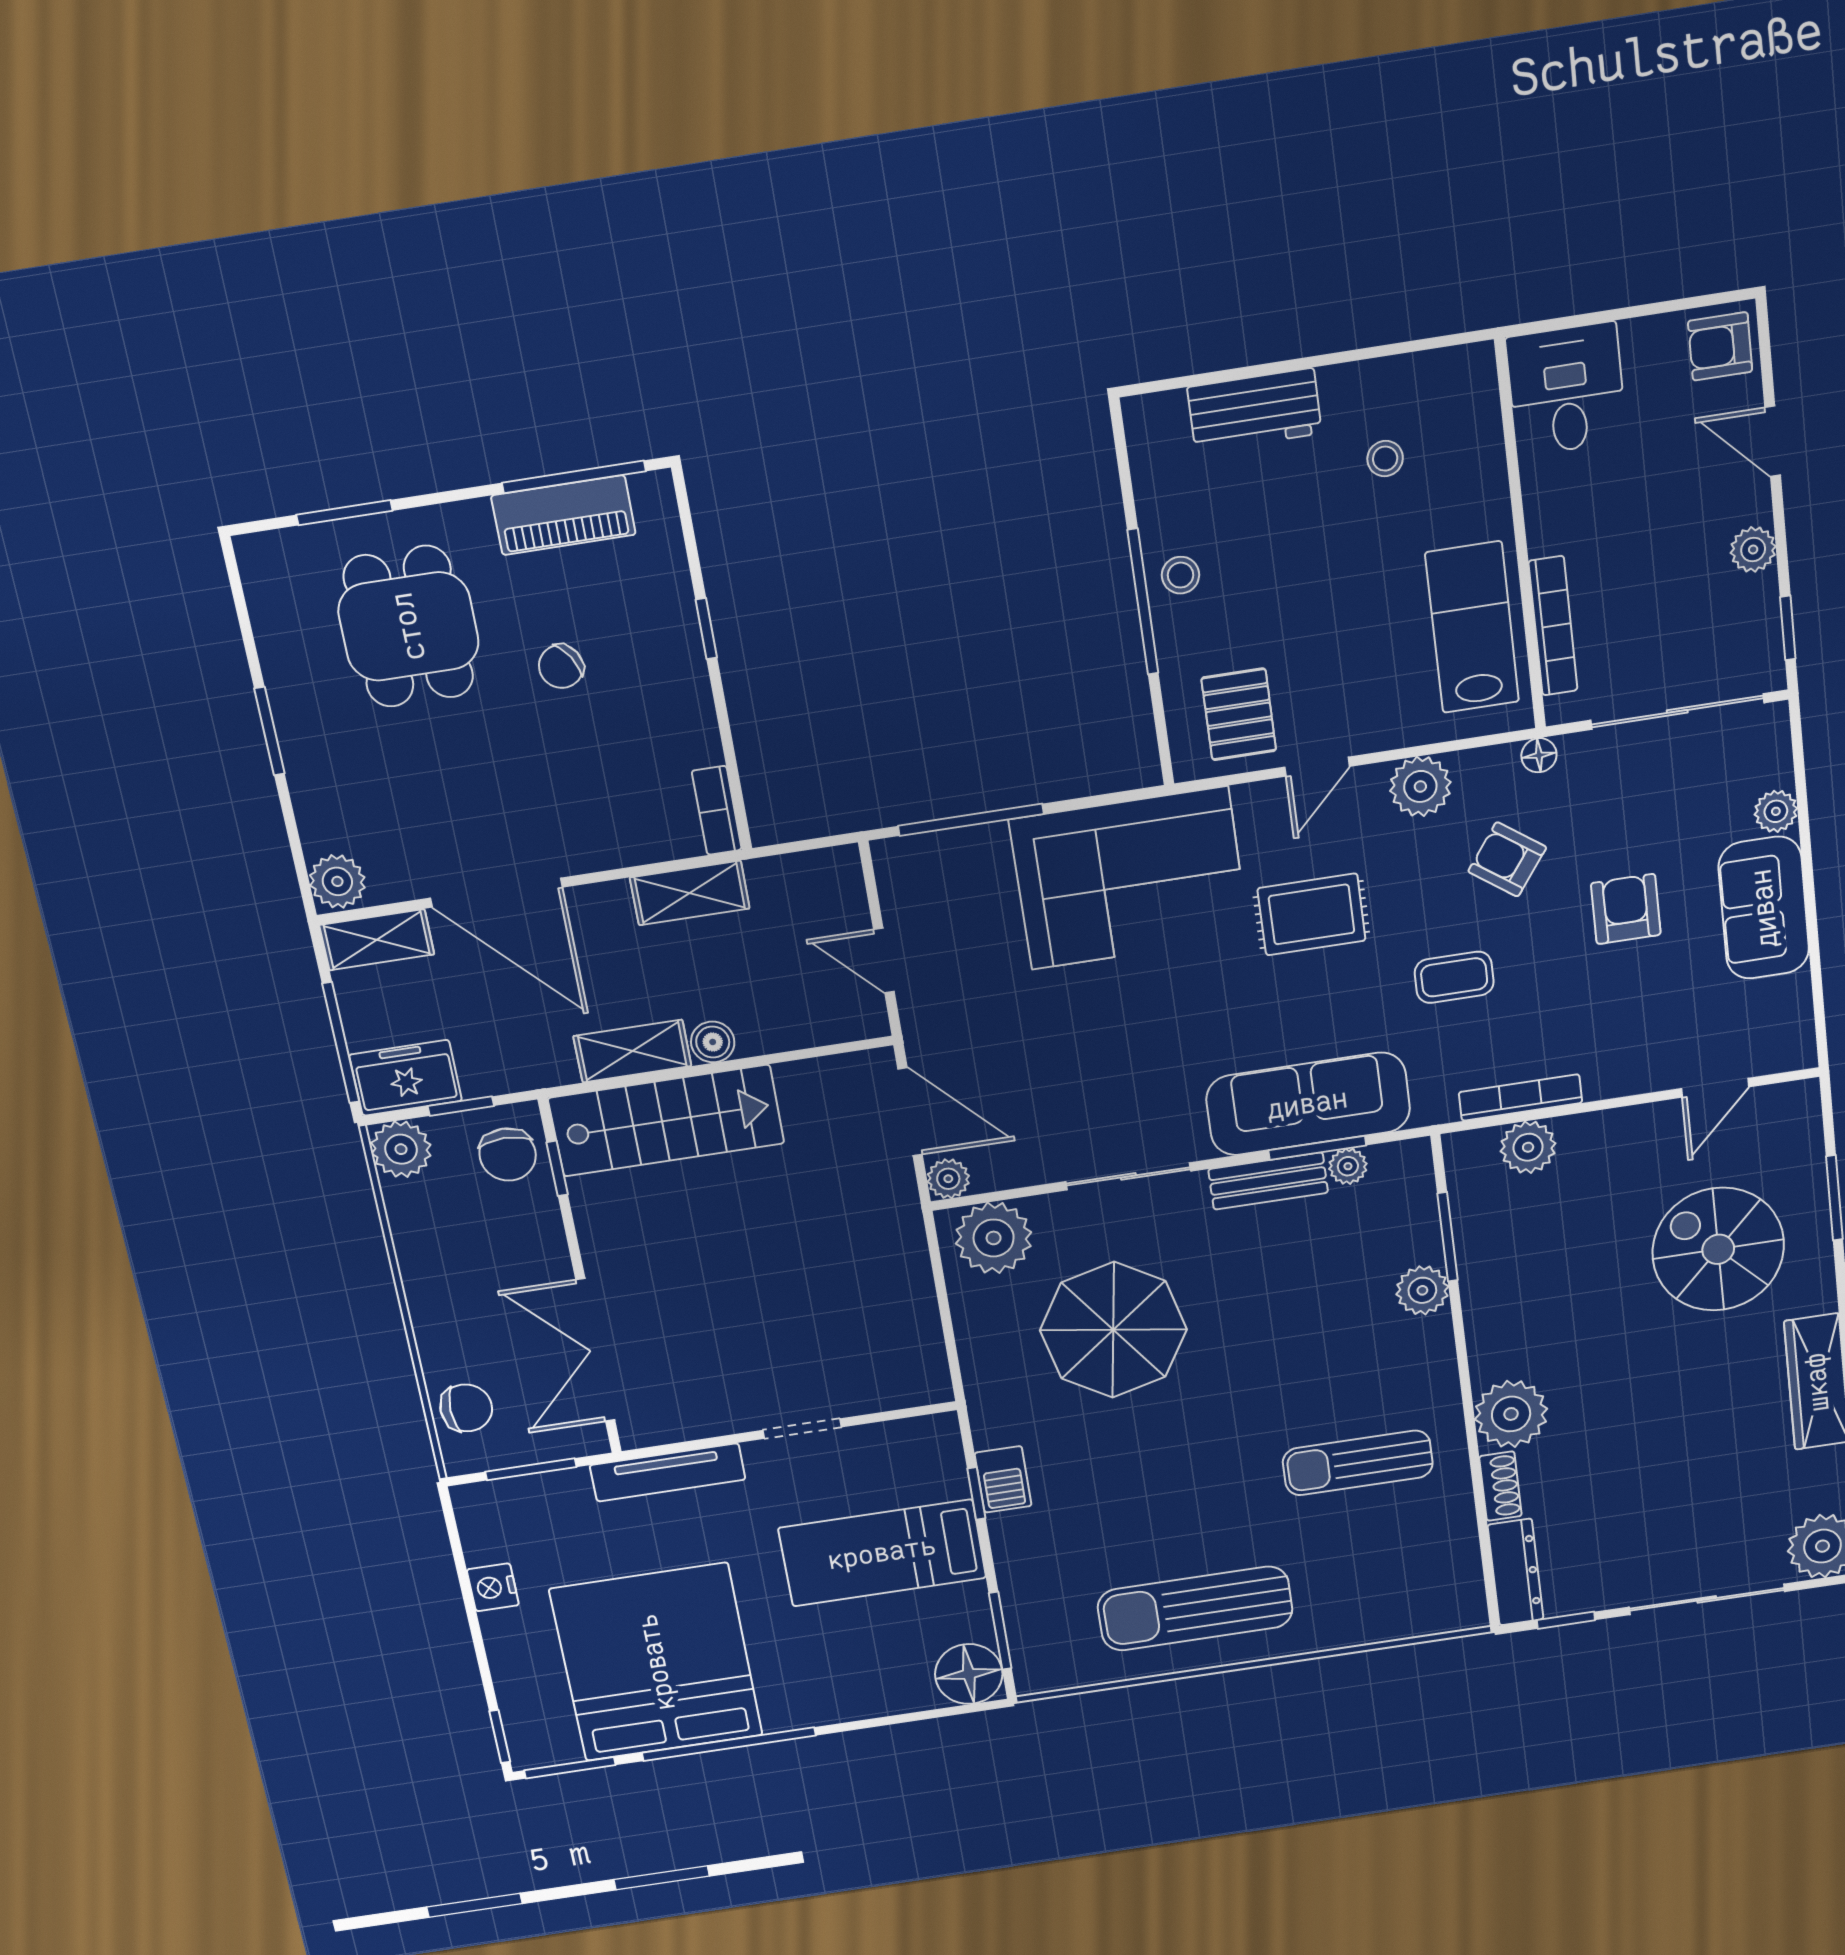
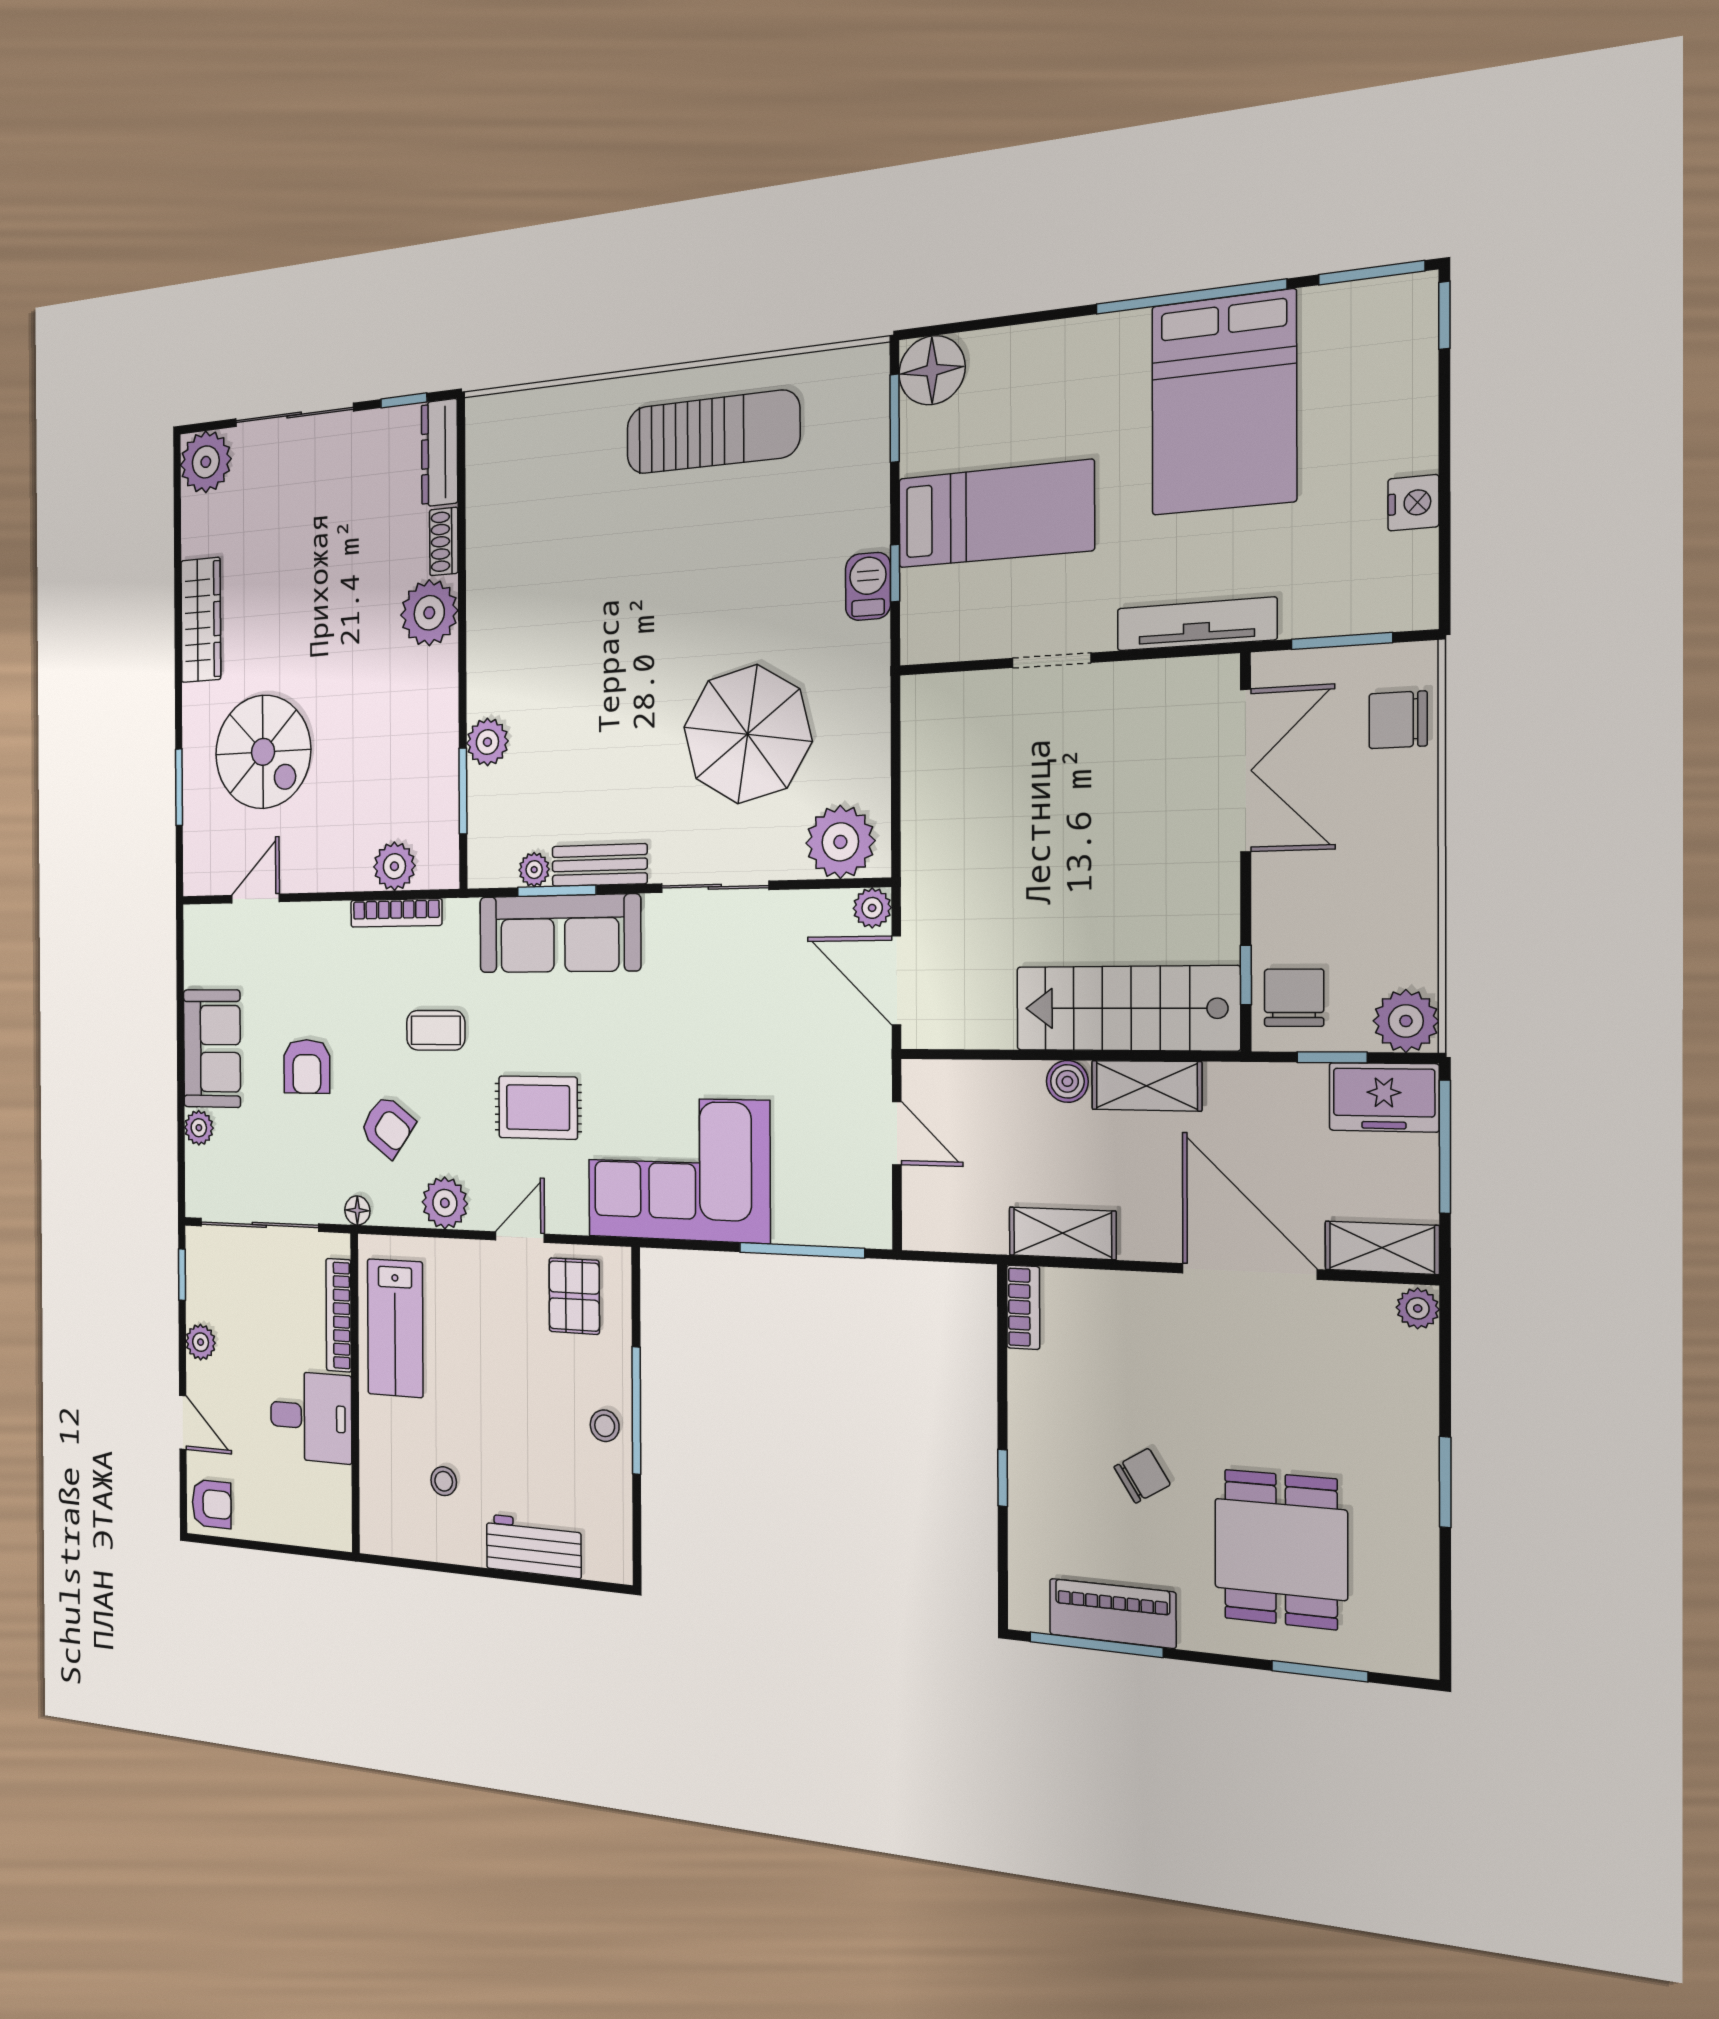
desk: (1566, 389) -> (311, 1417), moved, turned -90
plant: (337, 881) -> (1418, 1308), width x0.73, depth x0.73
sun lounger: (1358, 1463) -> (556, 575), removed
bed: (656, 1662) -> (1224, 403), width x0.73

